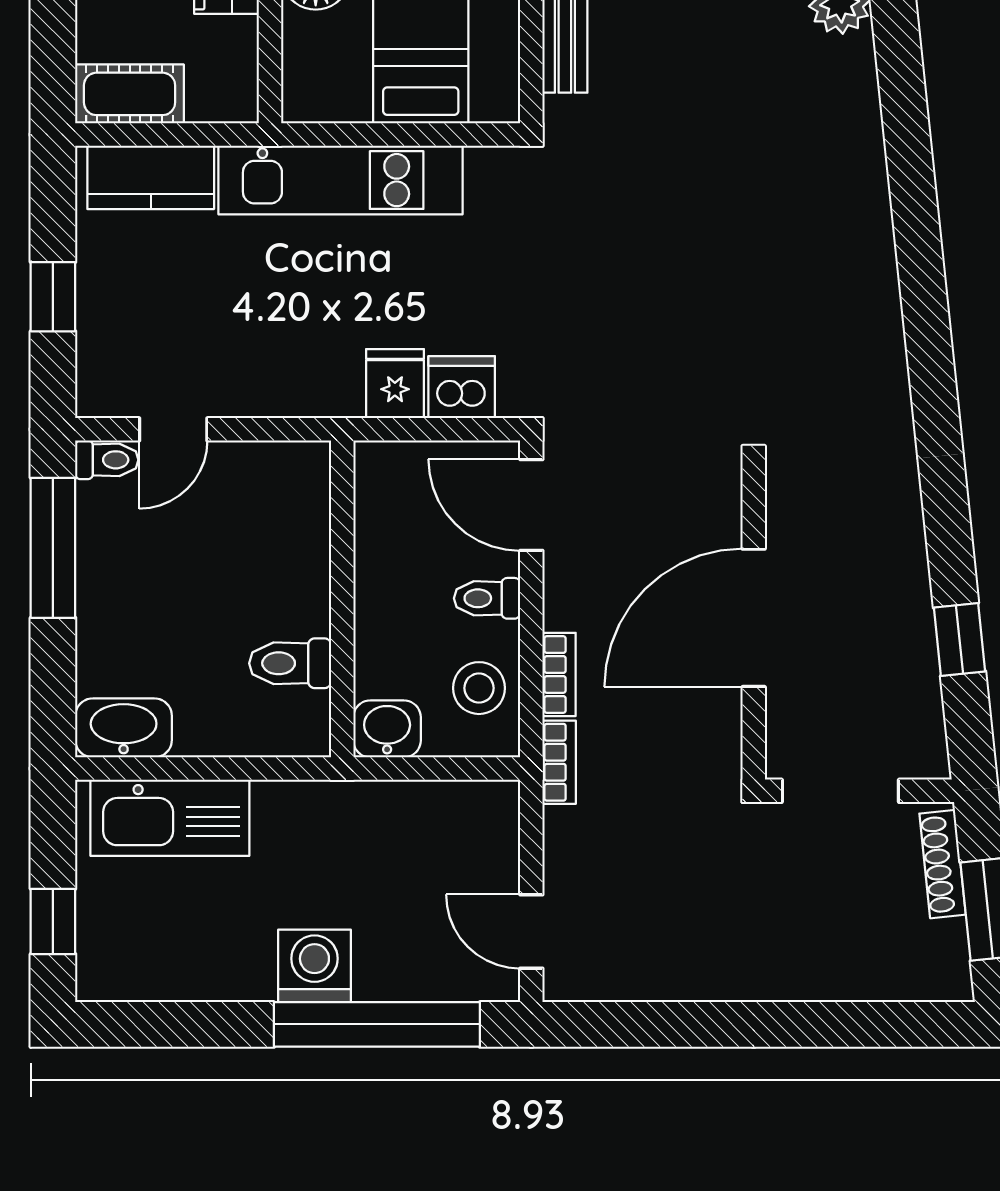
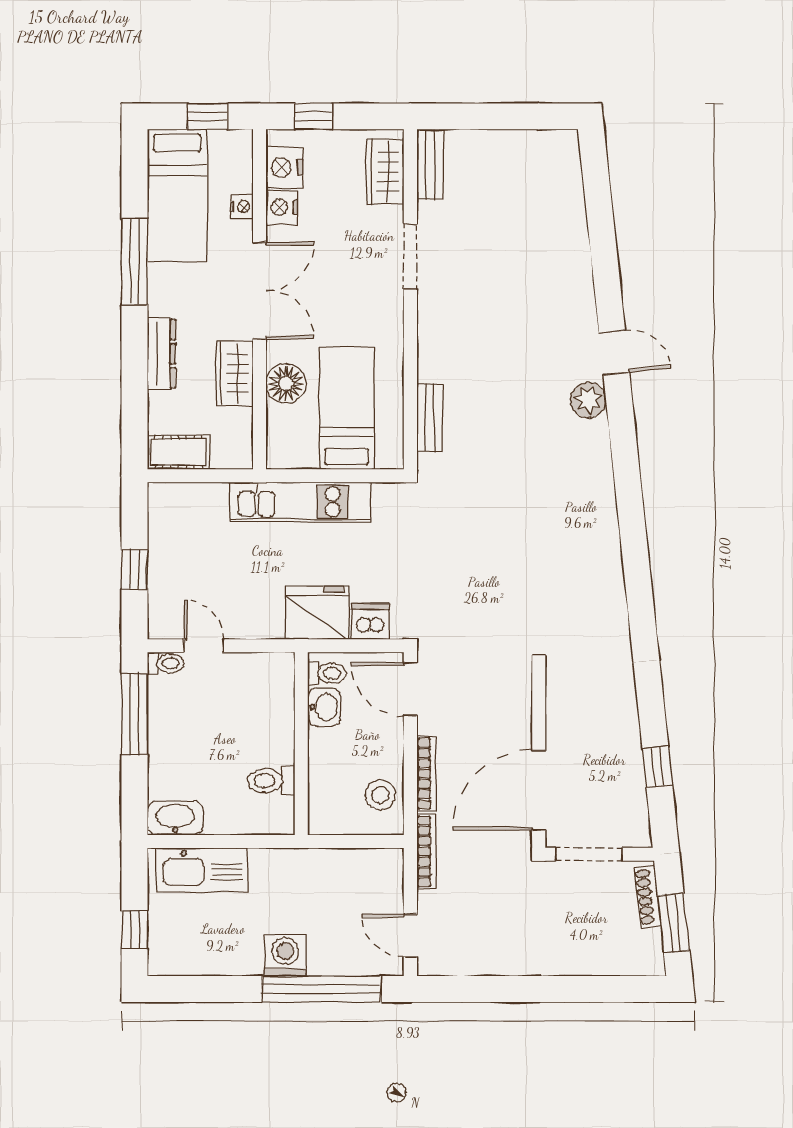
kitchen counter: (151, 177) -> (191, 500), removed
fridge: (395, 384) -> (317, 613), width x1.88, depth x1.34
door: (173, 429) -> (204, 646), swing flipped
toilet: (487, 598) -> (327, 673), moved, turned 180
door: (754, 618) -> (539, 790), moved
bookcase: (559, 674) -> (426, 774), width x1.56
washbasin: (387, 729) -> (324, 707), moved, turned 90
bookcase: (559, 762) -> (426, 851), width x1.56

